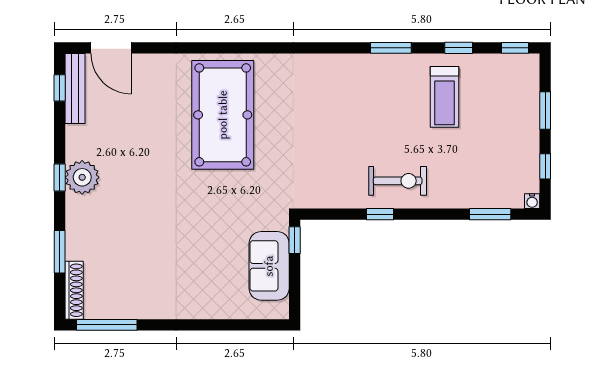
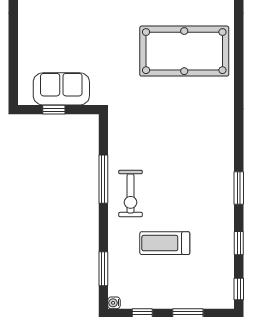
treadmill: (444, 97) -> (165, 243), moved
window: (380, 214) -> (103, 179), width x2.17
window: (295, 240) -> (54, 110), moved

